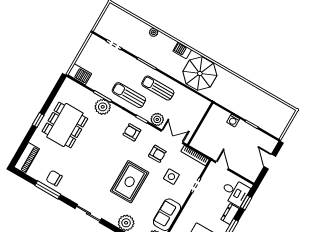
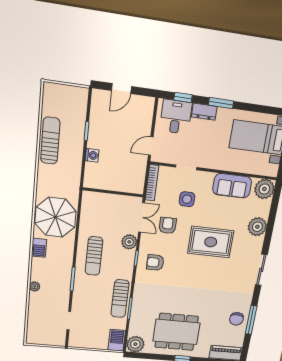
sun lounger: (129, 95) -> (120, 299), moved
sun lounger: (256, 96) -> (50, 141), added
plant: (103, 107) -> (135, 344), moved
armchair: (132, 132) -> (155, 263), turned 90
double door: (172, 137) -> (141, 217), swing flipped

